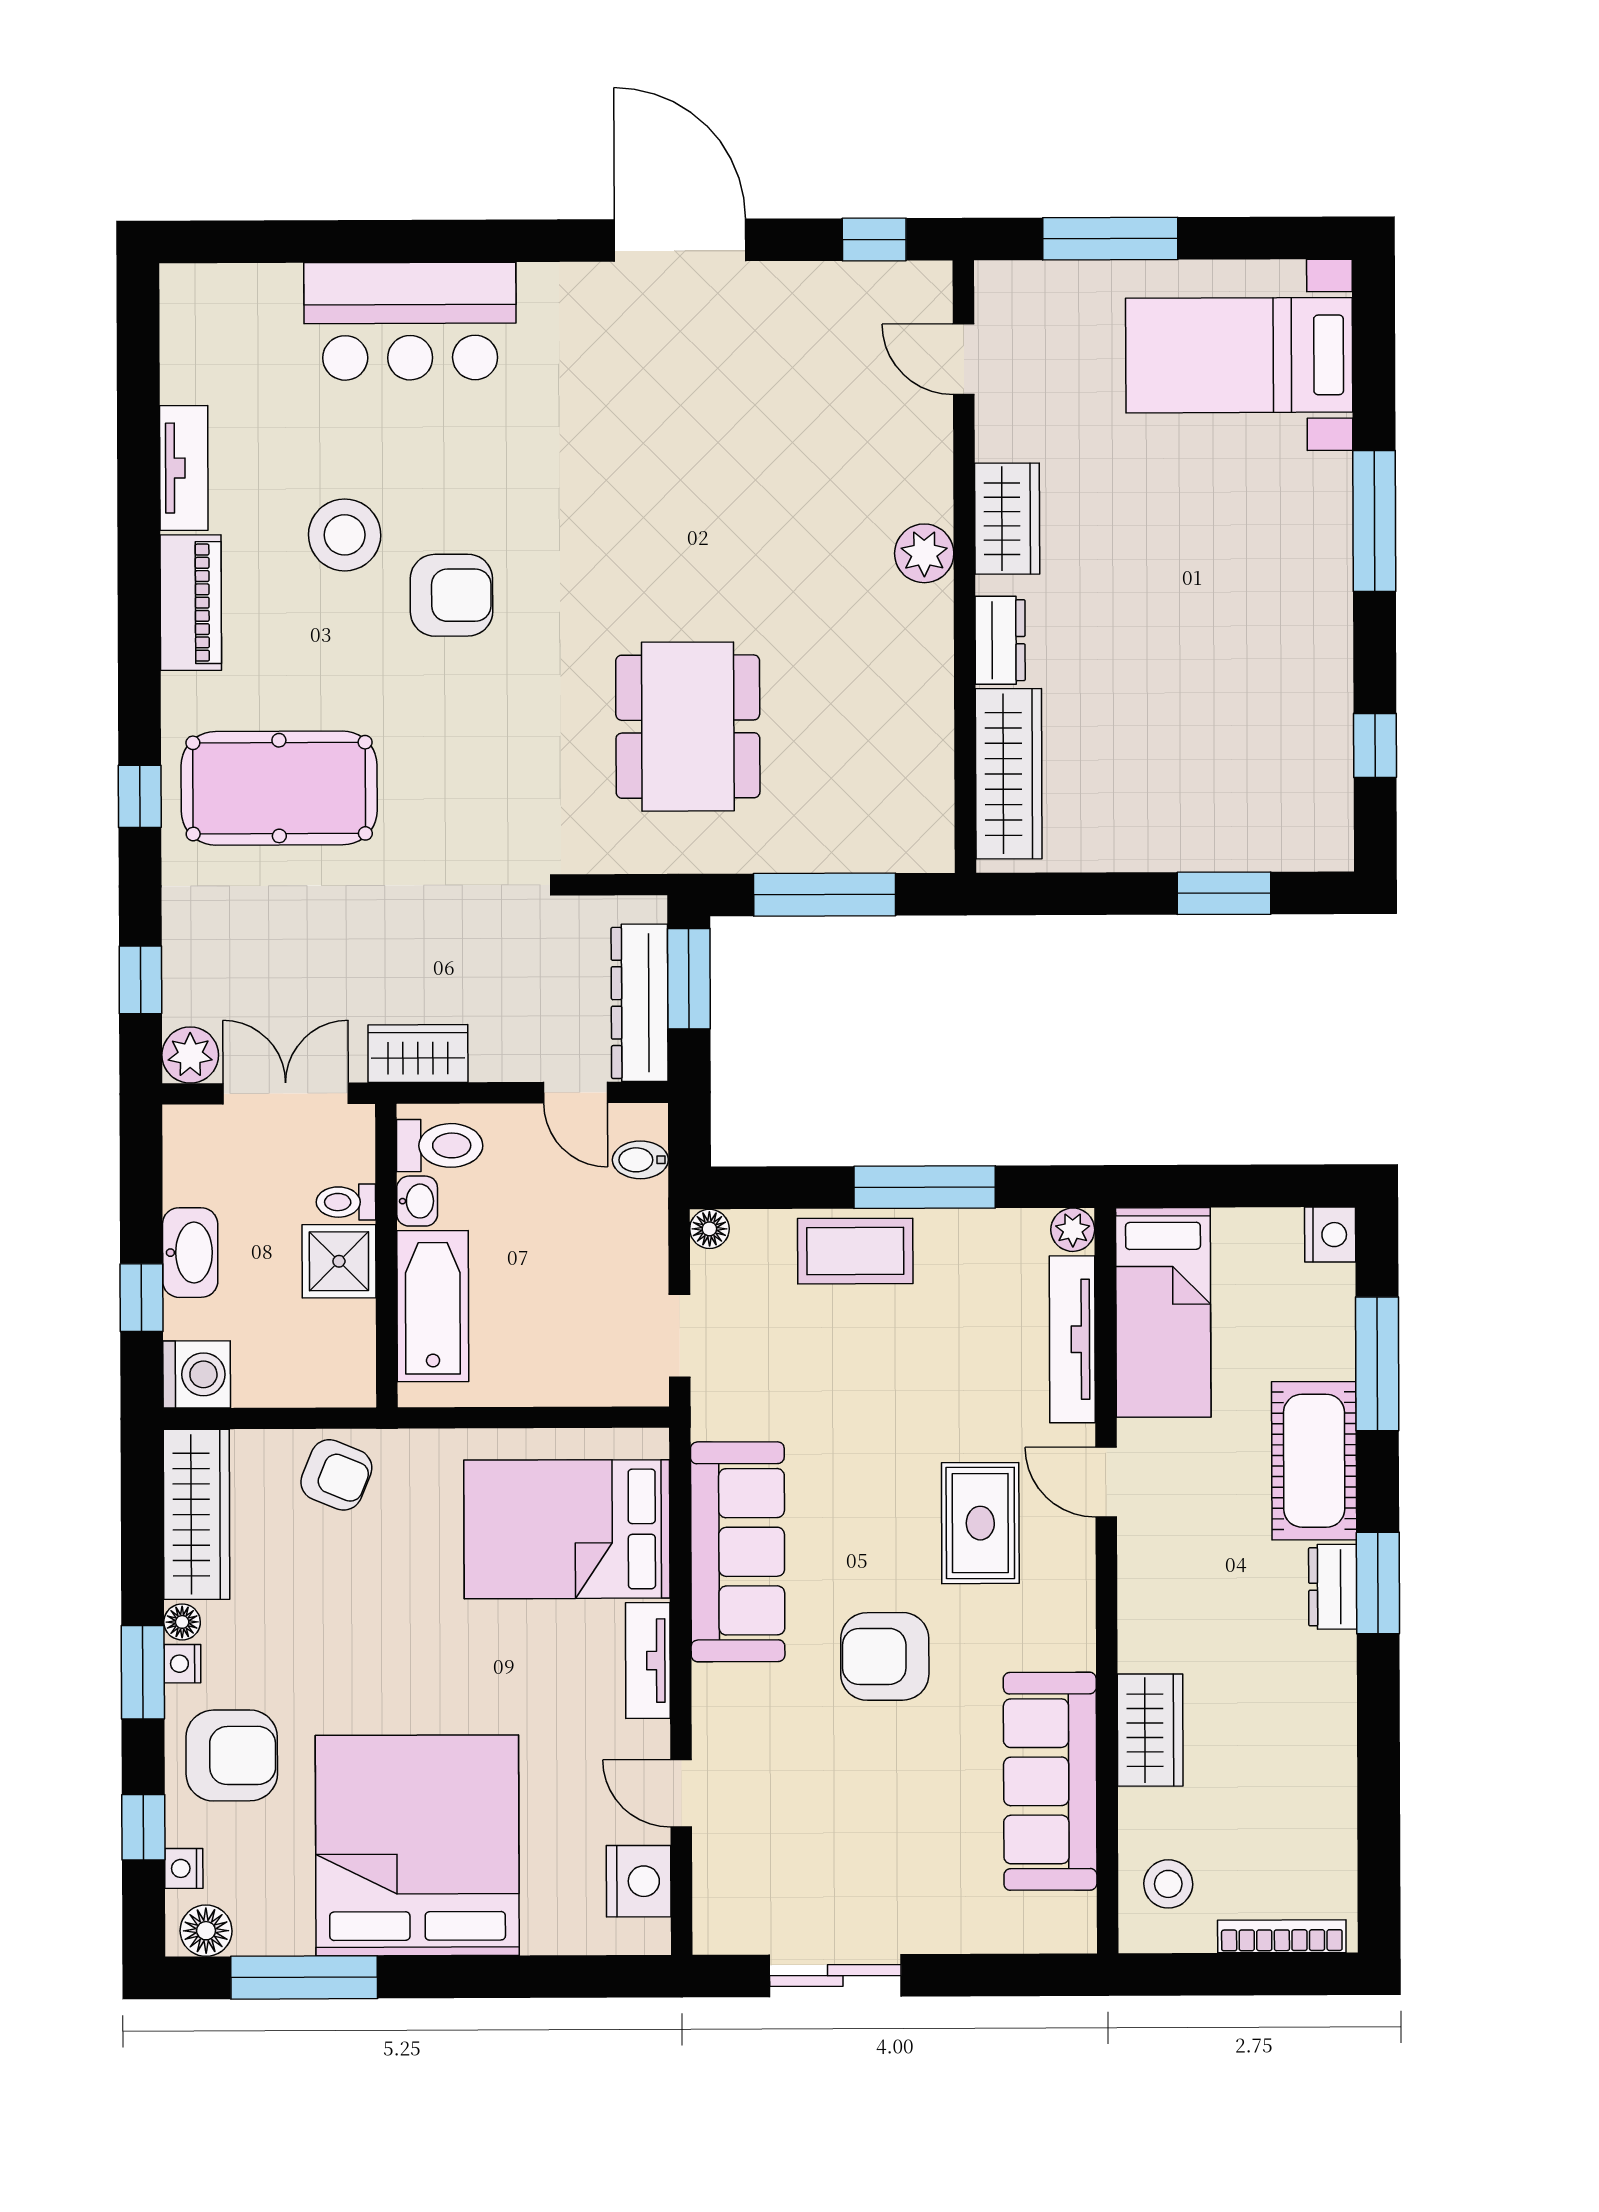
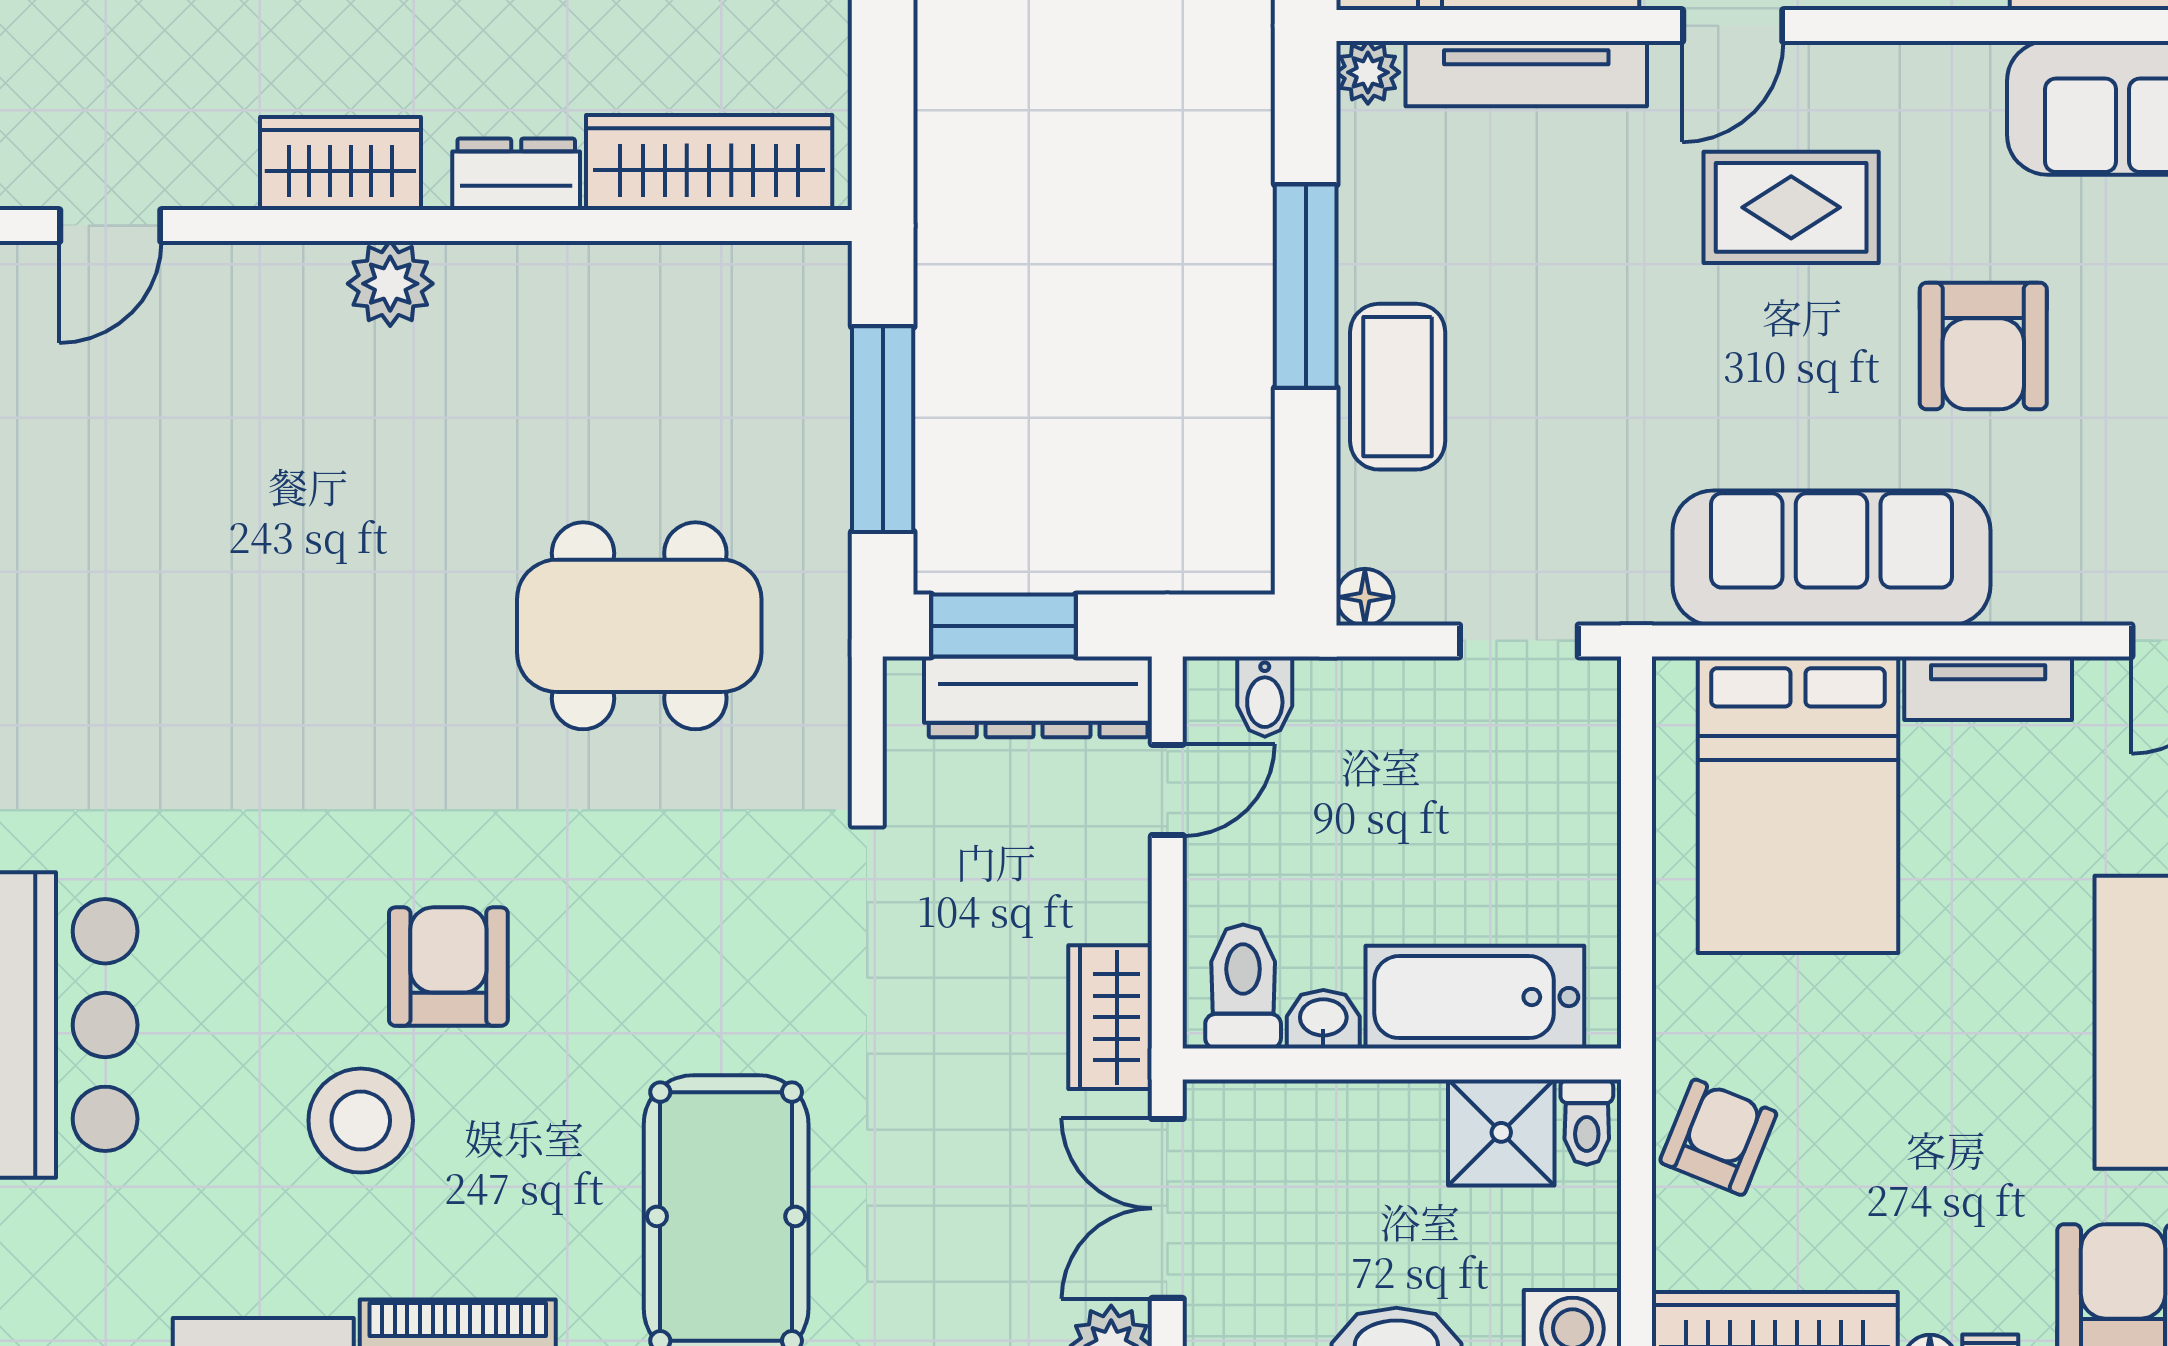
toilet: (346, 1202) -> (1587, 1122), moved
shower: (339, 1261) -> (1501, 1132), moved

